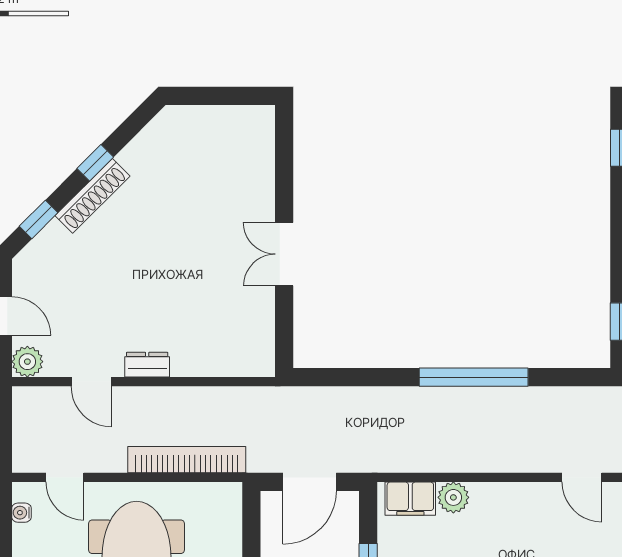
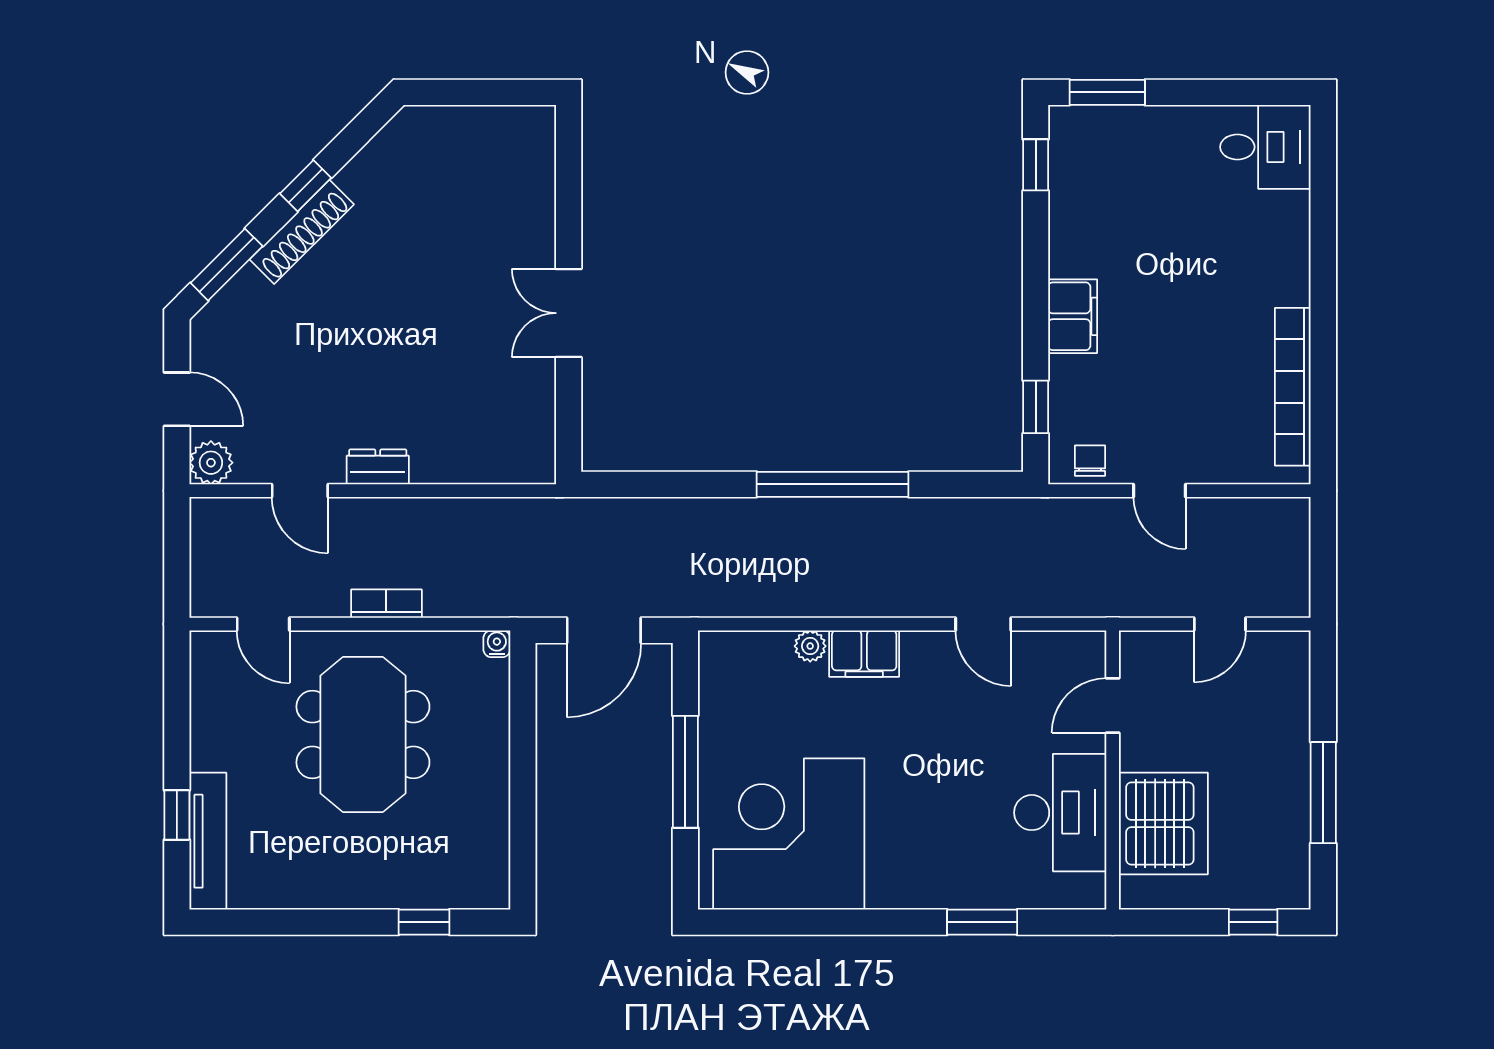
window: (39, 219) -> (227, 265), width x1.50
bookcase: (187, 460) -> (386, 604), width x0.43, depth x0.76
plant: (453, 497) -> (810, 646), width x0.73, depth x0.73
filing cabinet: (410, 499) -> (864, 654), moved
water cooler: (21, 513) -> (497, 644), moved, turned 90

